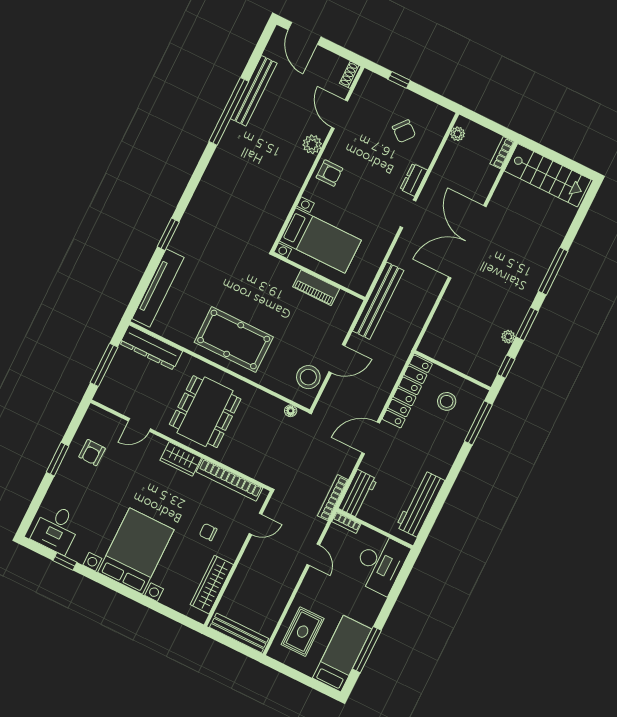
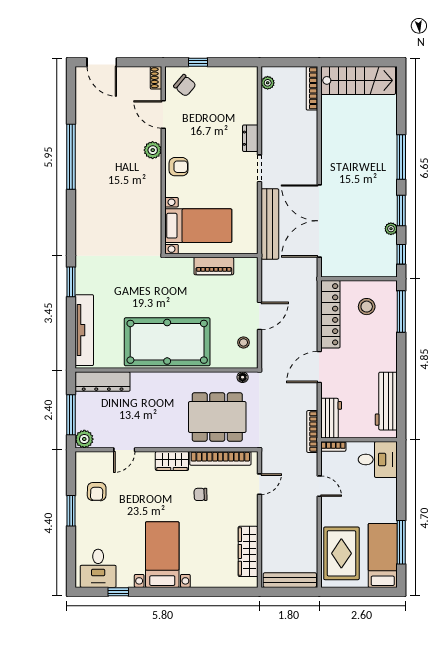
bench: (254, 91) -> (83, 130), removed
chair: (404, 131) -> (185, 85), moved
bookcase: (502, 153) -> (312, 88), width x1.56
double door: (467, 242) -> (319, 221), moved
bench: (378, 301) -> (270, 224), moved
pool table: (234, 340) -> (167, 342), width x1.36, depth x1.32
stool: (308, 377) -> (244, 342), width x0.53, depth x0.53
plant: (105, 395) -> (84, 439), added
dining table: (205, 412) -> (217, 417), moved, turned 90
chair: (208, 532) -> (201, 494), moved
bed with nightstands: (136, 551) -> (162, 555), width x0.73
desk: (380, 564) -> (378, 460), width x0.73
rug: (303, 632) -> (341, 553), width x1.36, depth x1.43

